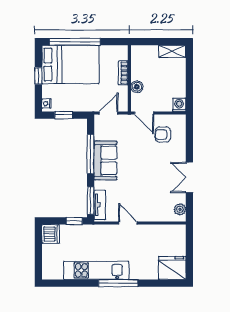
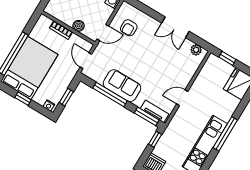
window: (189, 243) -> (227, 58), added

